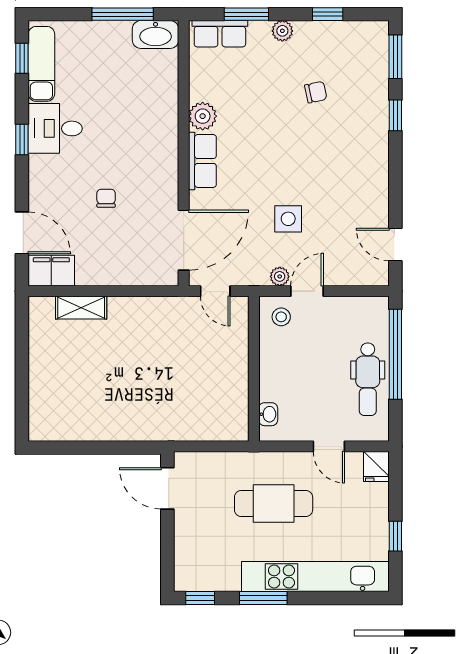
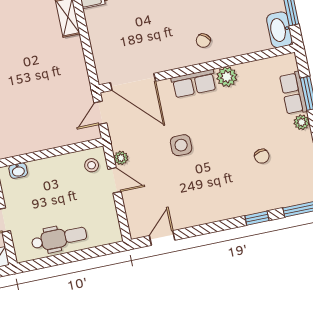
row of seats: (220, 34) -> (293, 93), moved
chair: (106, 198) -> (203, 41), moved, turned 129
side table: (288, 219) -> (181, 145), moved
window: (395, 354) -> (82, 255), removed
dental chair: (368, 379) -> (59, 238), turned 180

